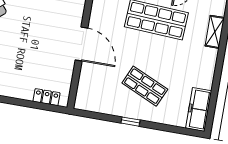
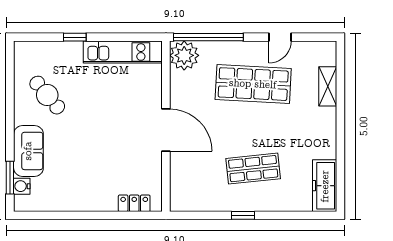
shop shelf: (145, 86) -> (253, 169), turned -30

